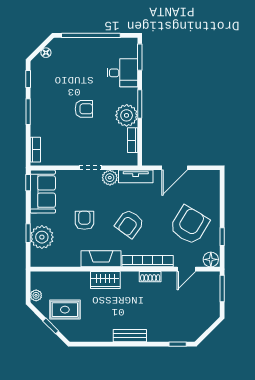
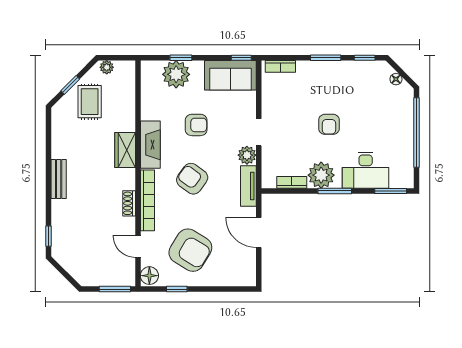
desk: (122, 73) -> (366, 170), width x1.37

